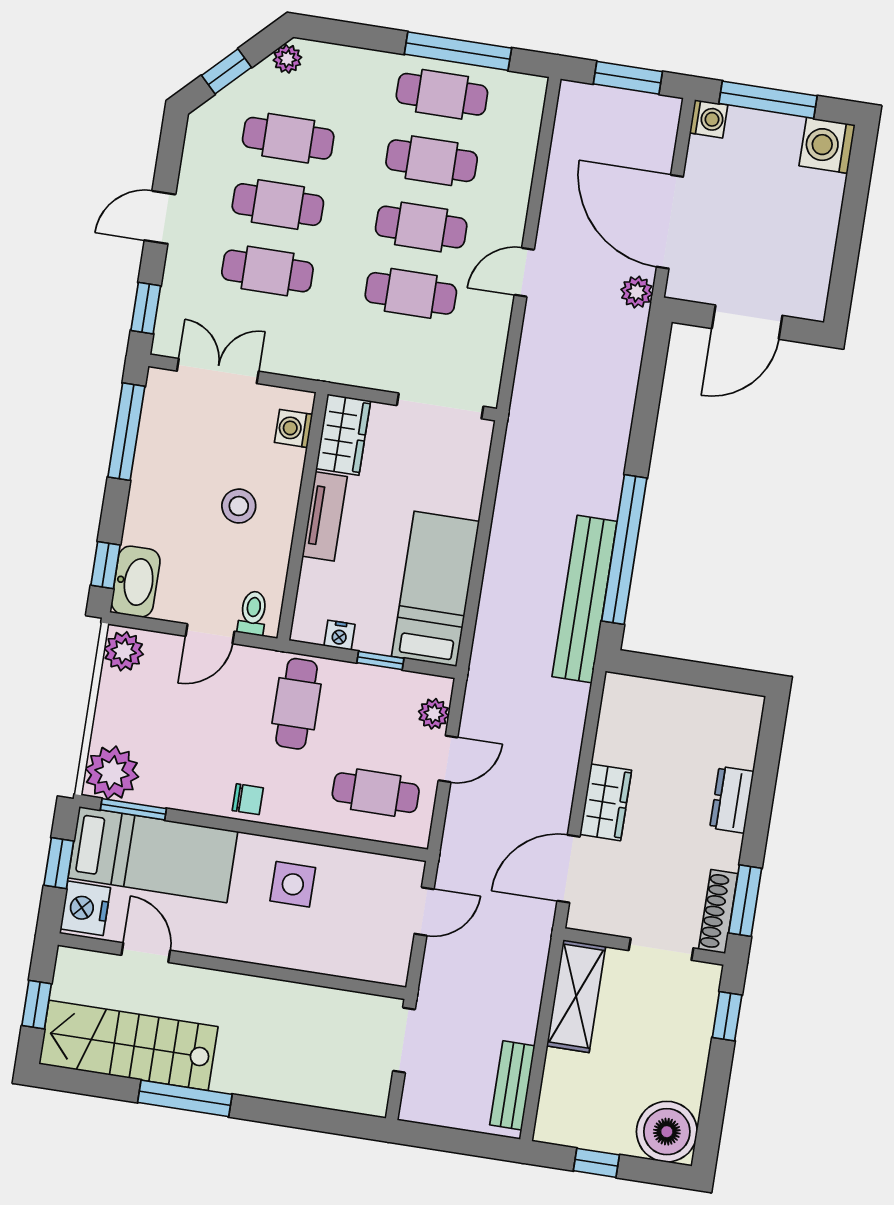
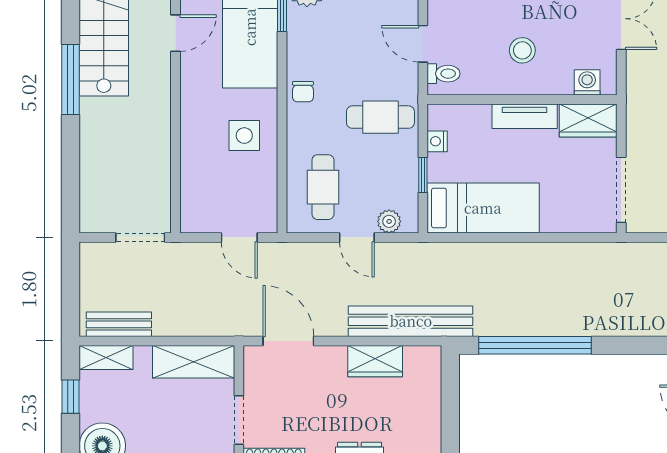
bench: (584, 599) -> (411, 321), moved
wardrobe: (606, 802) -> (375, 361), moved
shelving: (553, 1109) -> (106, 357), added

